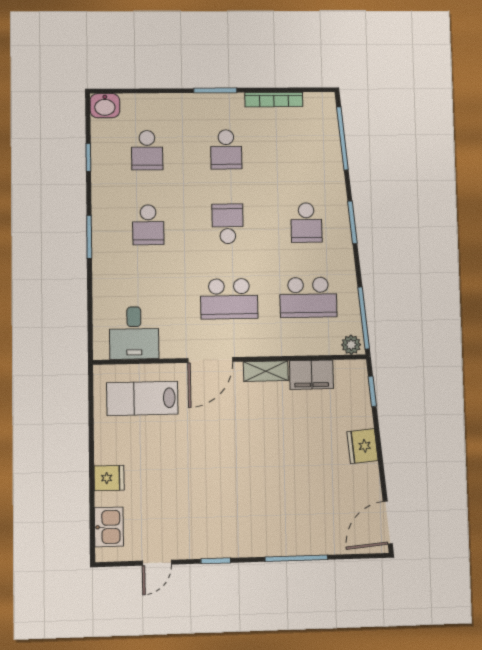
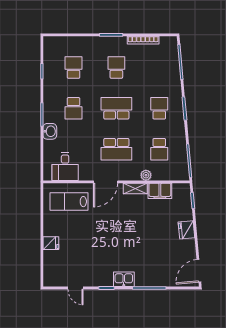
washbasin: (105, 106) -> (50, 131), moved, turned -90
school desk: (226, 149) -> (116, 68), turned 180
school desk: (147, 150) -> (73, 68), turned 180
school desk: (306, 223) -> (159, 108), turned 180
school desk: (228, 224) -> (116, 108), width x1.85
school desk: (308, 297) -> (159, 149), width x0.54
plant: (351, 345) -> (146, 175), moved
kitchen sink: (109, 527) -> (124, 279), moved, turned -90
door: (157, 563) -> (75, 288), hinge flipped

